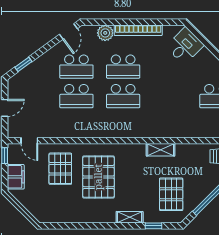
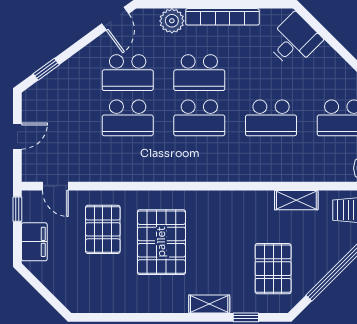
school desk: (170, 96) -> (271, 118), added
shelving: (161, 150) -> (296, 200), moved

